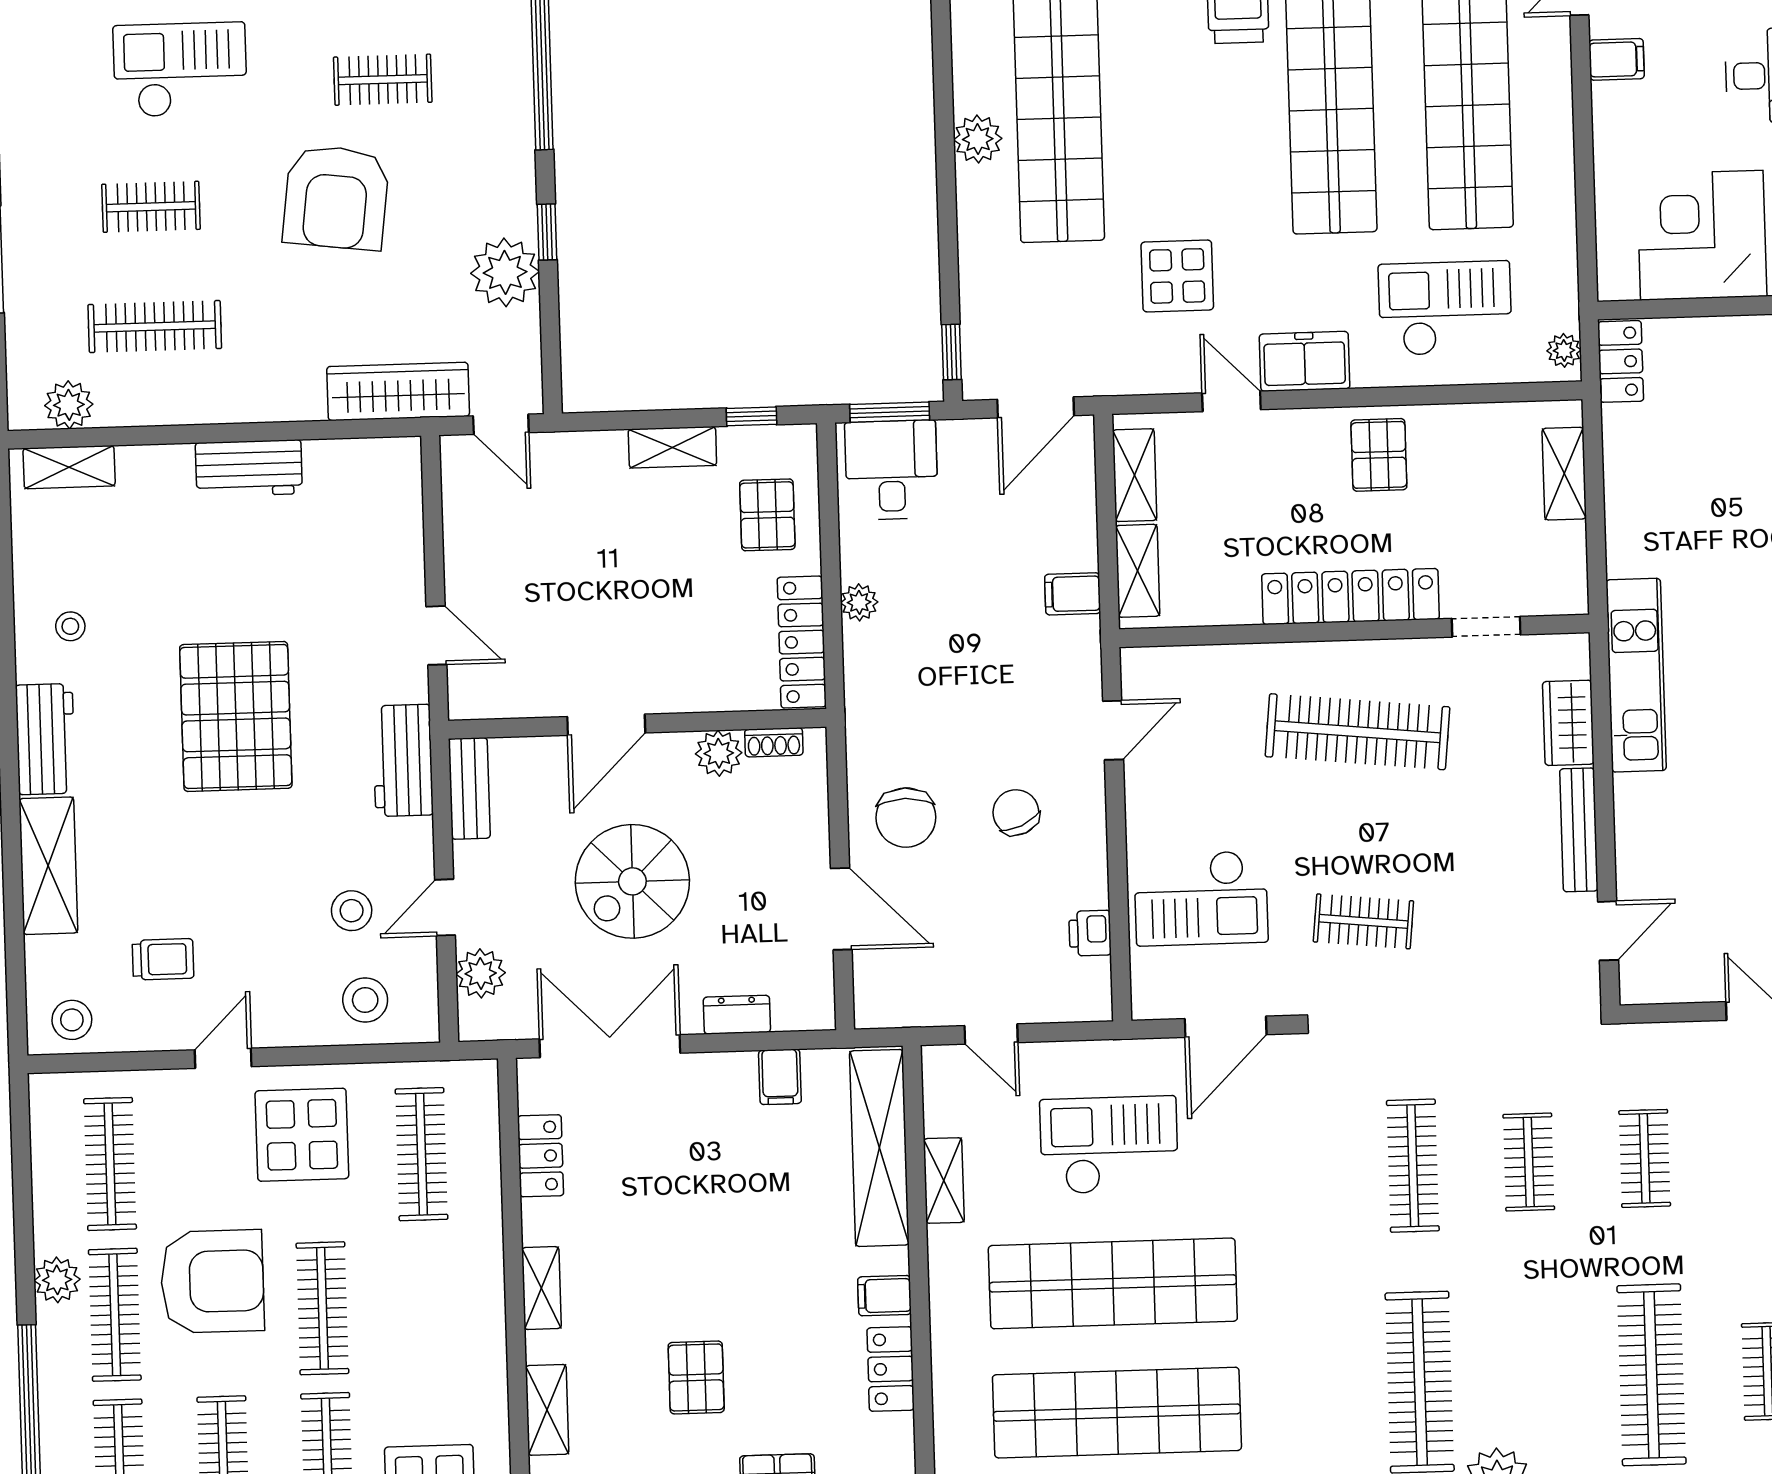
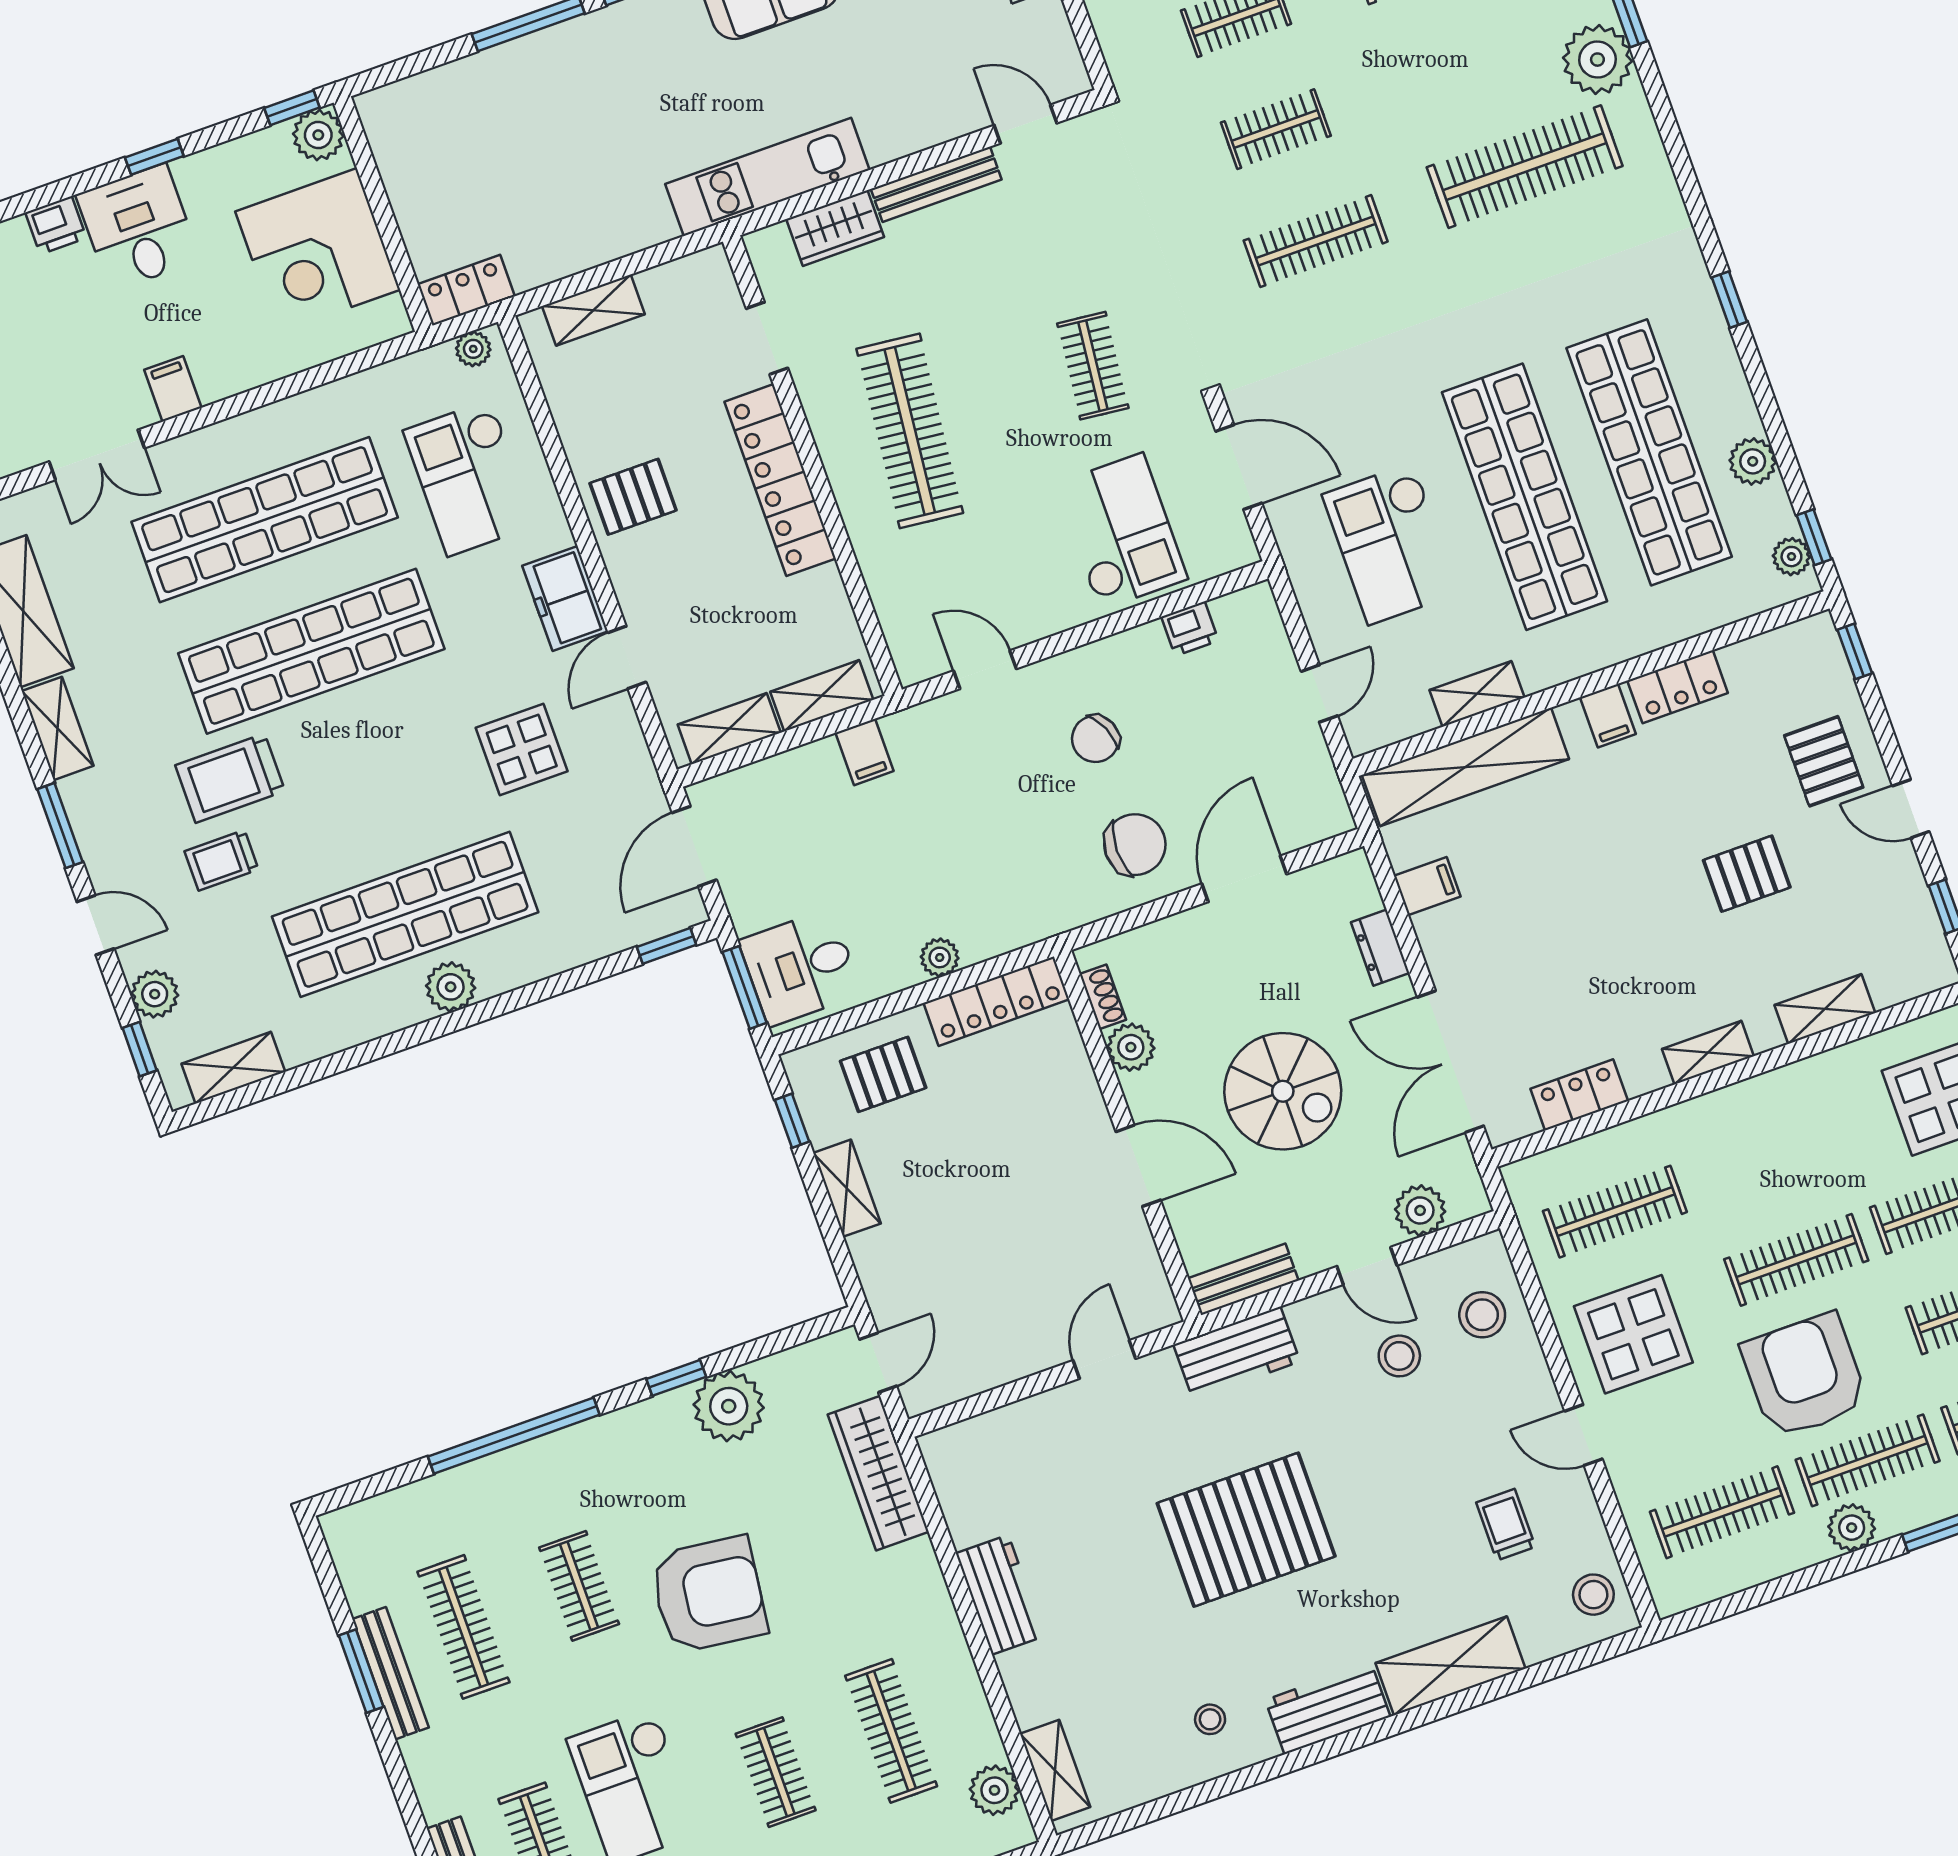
door: (1036, 407) -> (694, 846), swing flipped

